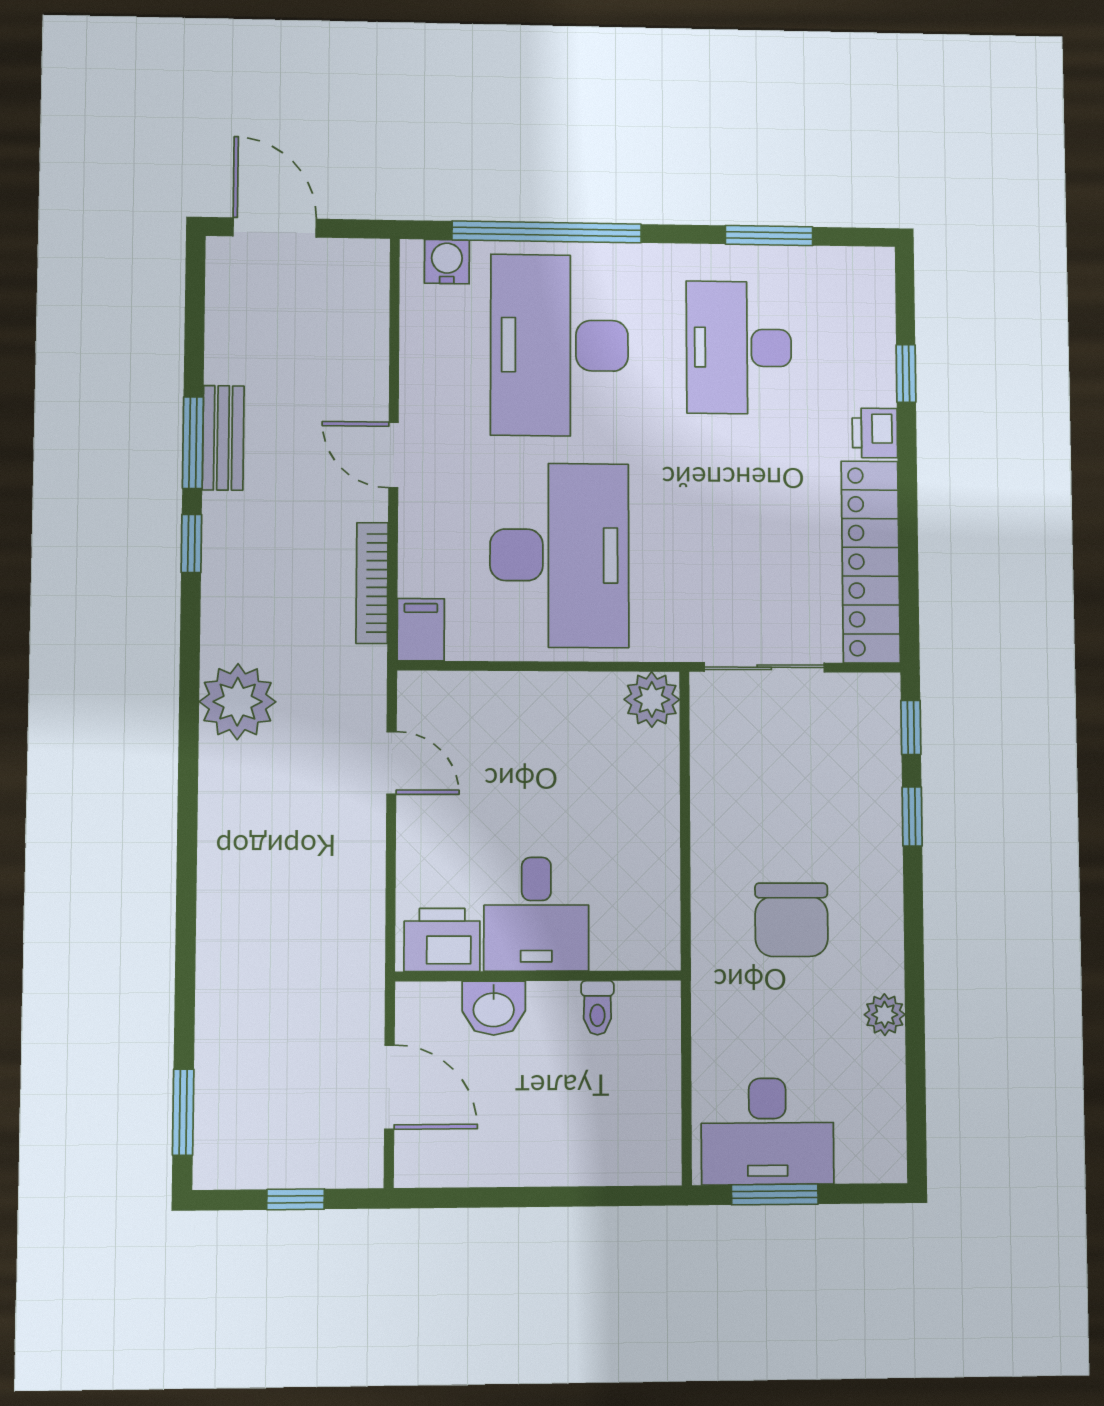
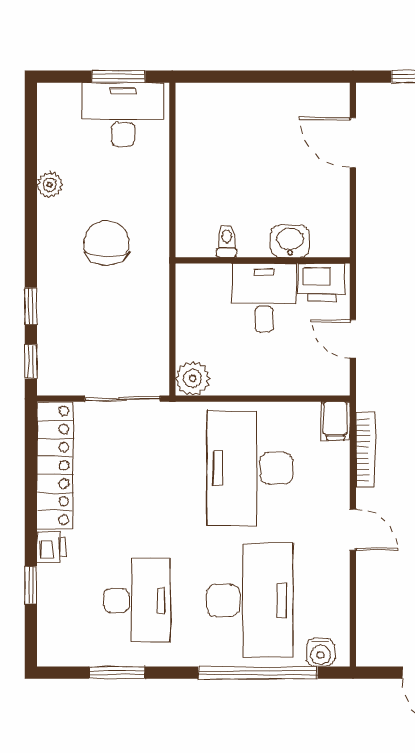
desk: (536, 914) -> (264, 298), moved
printer: (442, 940) -> (321, 282), moved
wall: (539, 976) -> (263, 260), moved
washbasin: (494, 1008) -> (290, 241), moved
toilet: (597, 1008) -> (227, 241), moved

